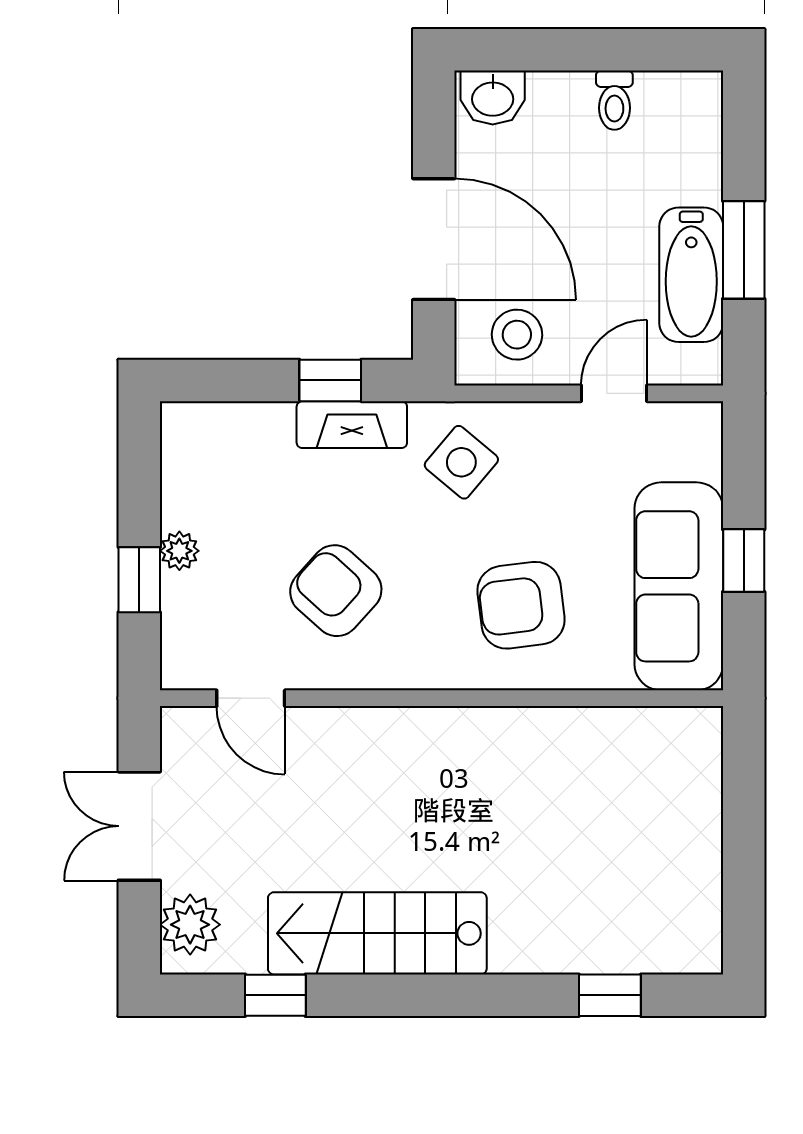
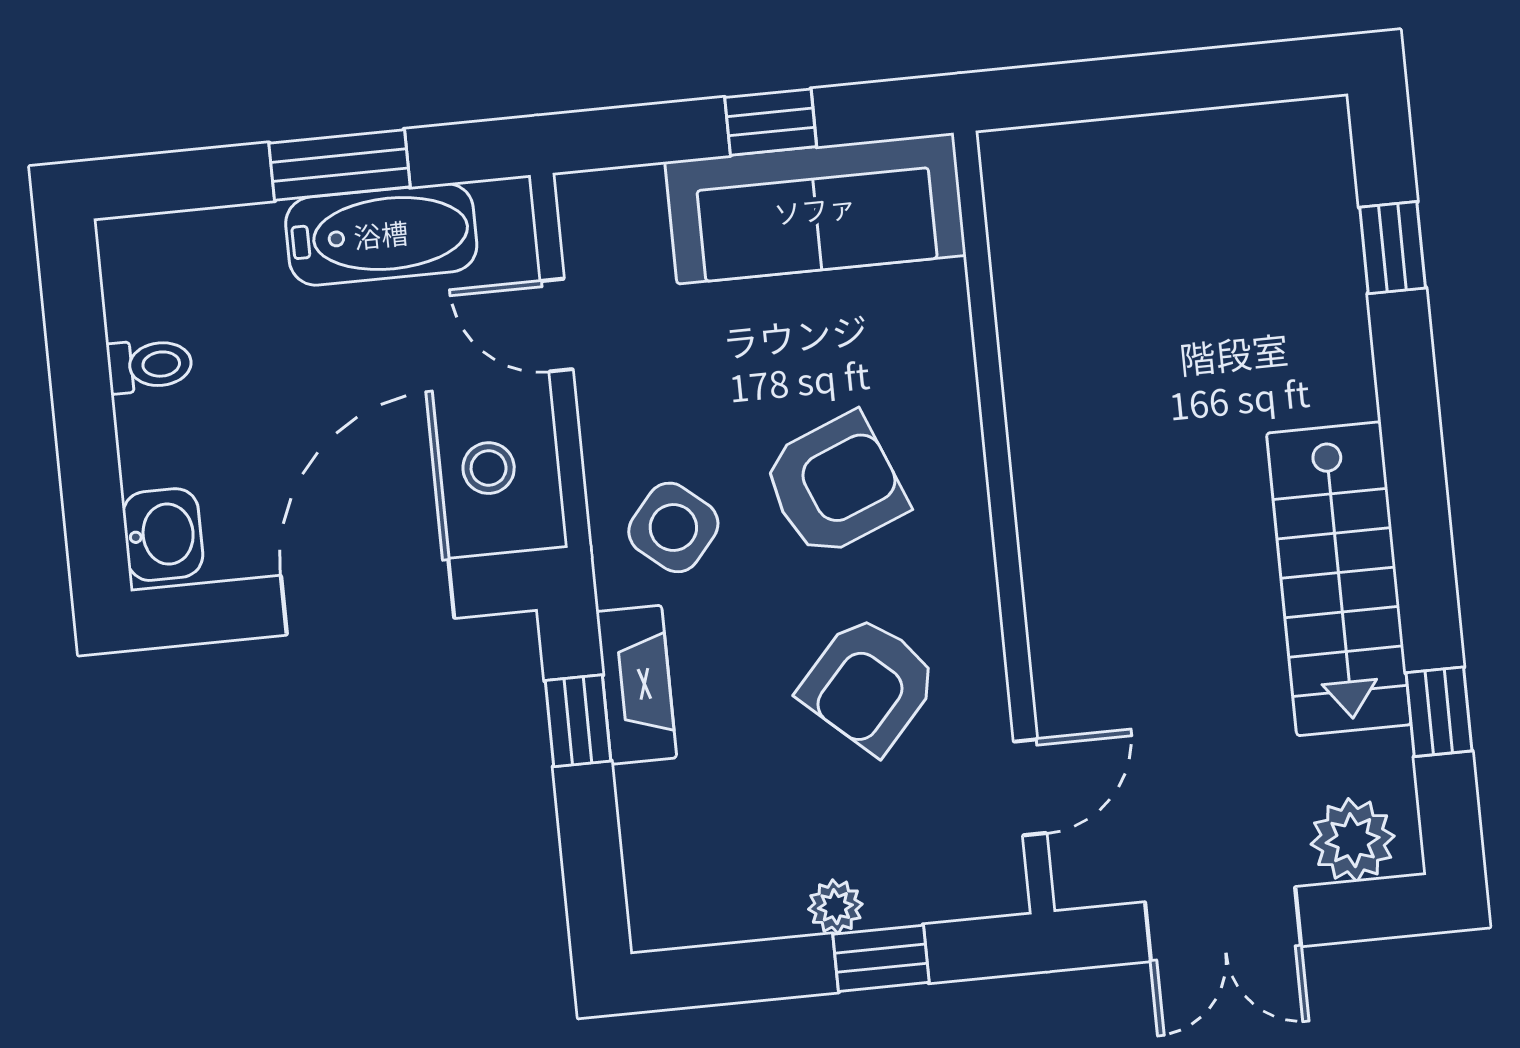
stool: (517, 335) -> (489, 468), width x0.73, depth x0.73
armchair: (521, 605) -> (835, 485), moved, turned -105

